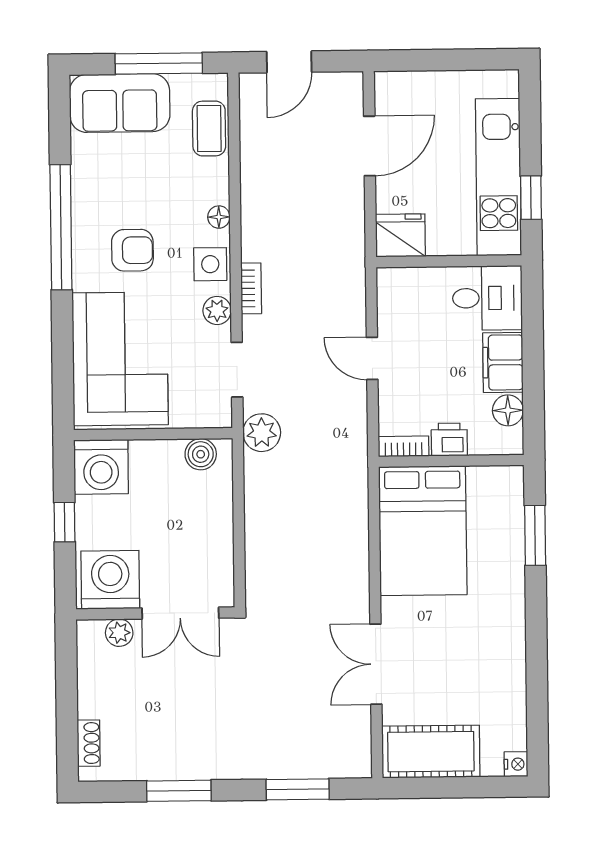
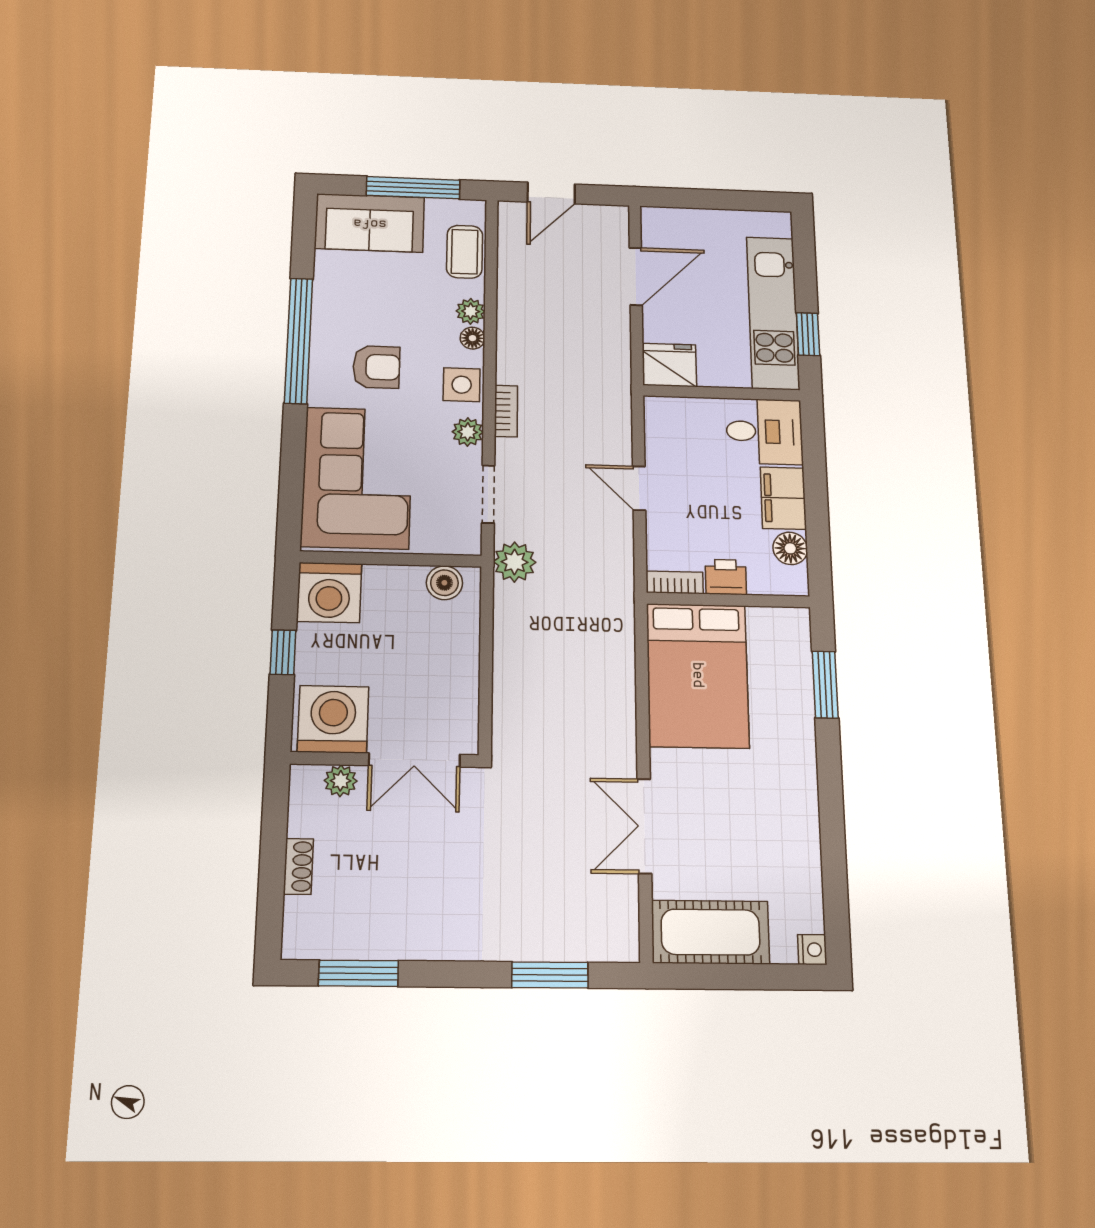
plant: (216, 190) -> (471, 311), added
shoe rack: (89, 743) -> (298, 866), moved
window: (179, 791) -> (359, 973), moved

